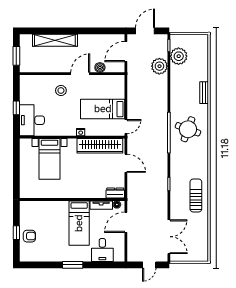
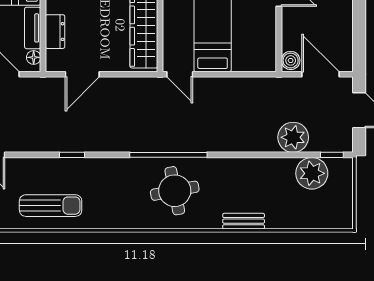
boiler: (100, 67) -> (291, 60), moved
round table: (188, 129) -> (175, 191), turned -31
door: (126, 163) -> (82, 74), moved
dresser: (115, 193) -> (55, 32), moved

